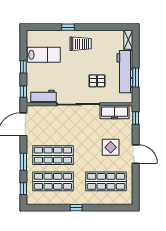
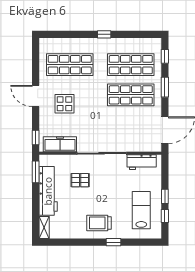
lab bench: (44, 55) -> (141, 210), turned 90
window: (136, 78) -> (36, 172), moved
window: (23, 92) -> (165, 216), moved

